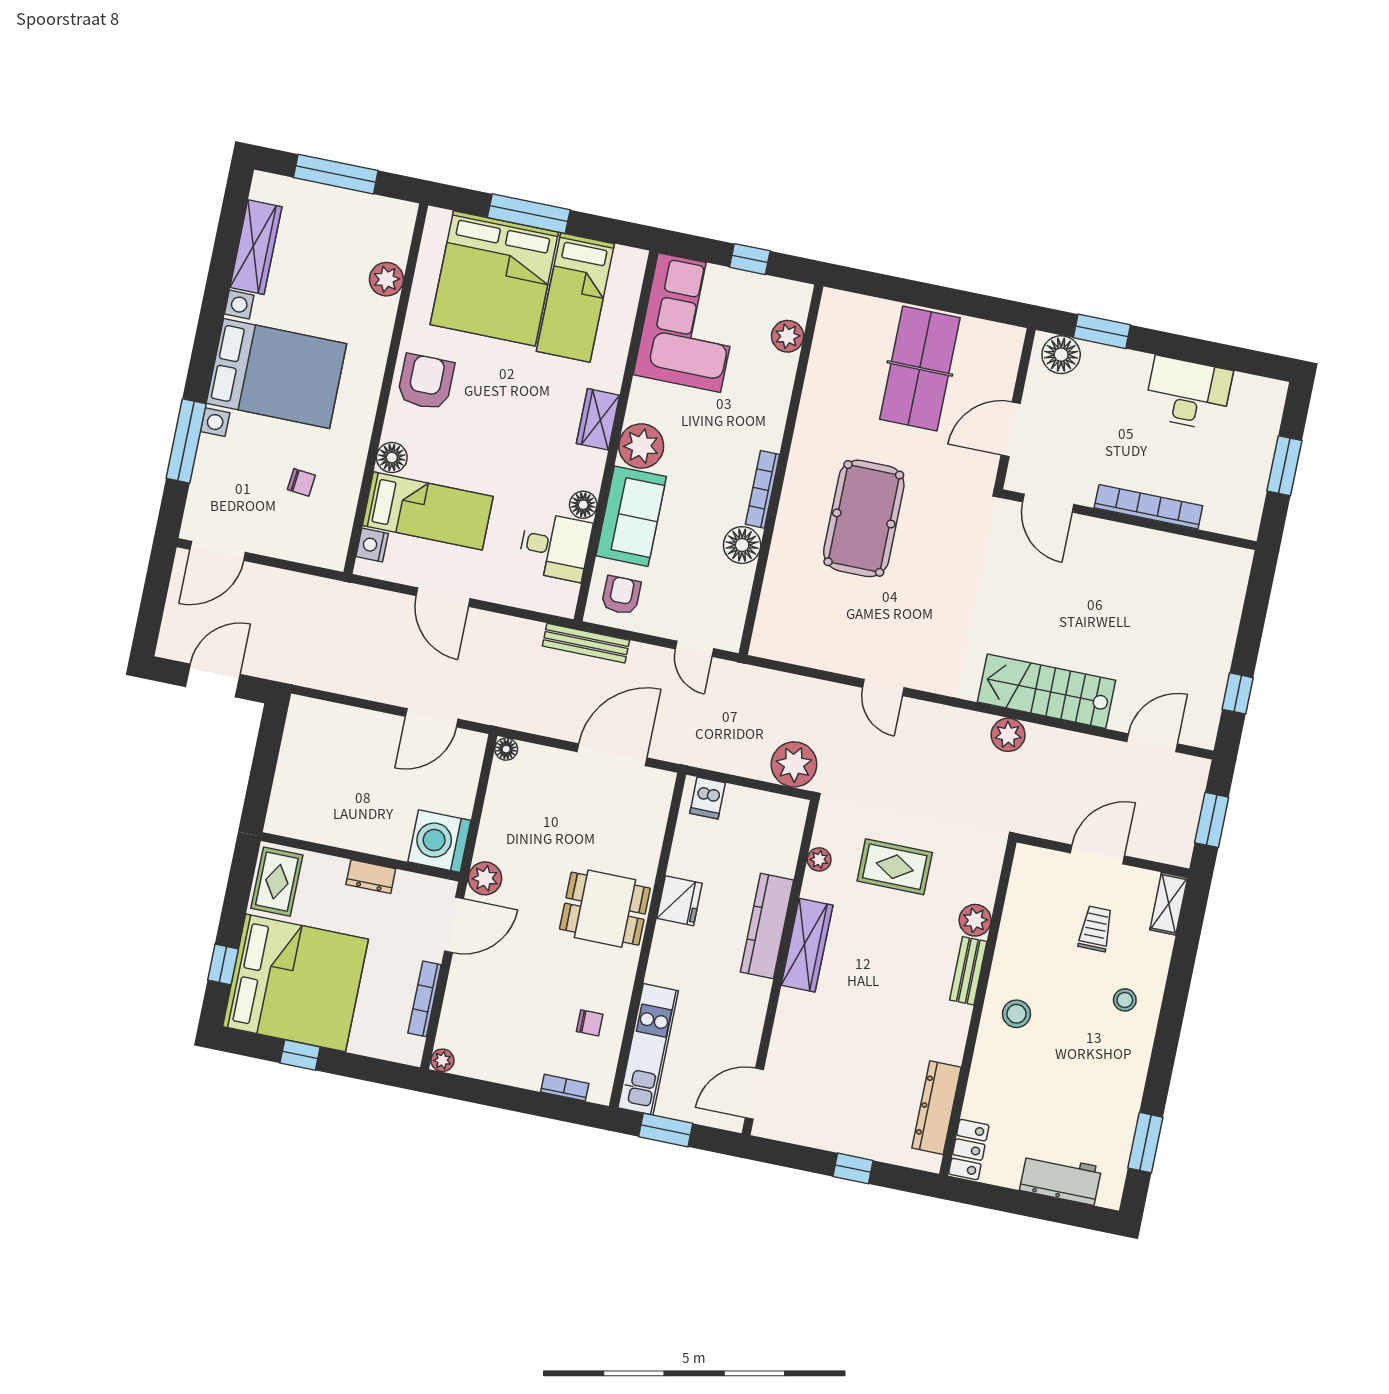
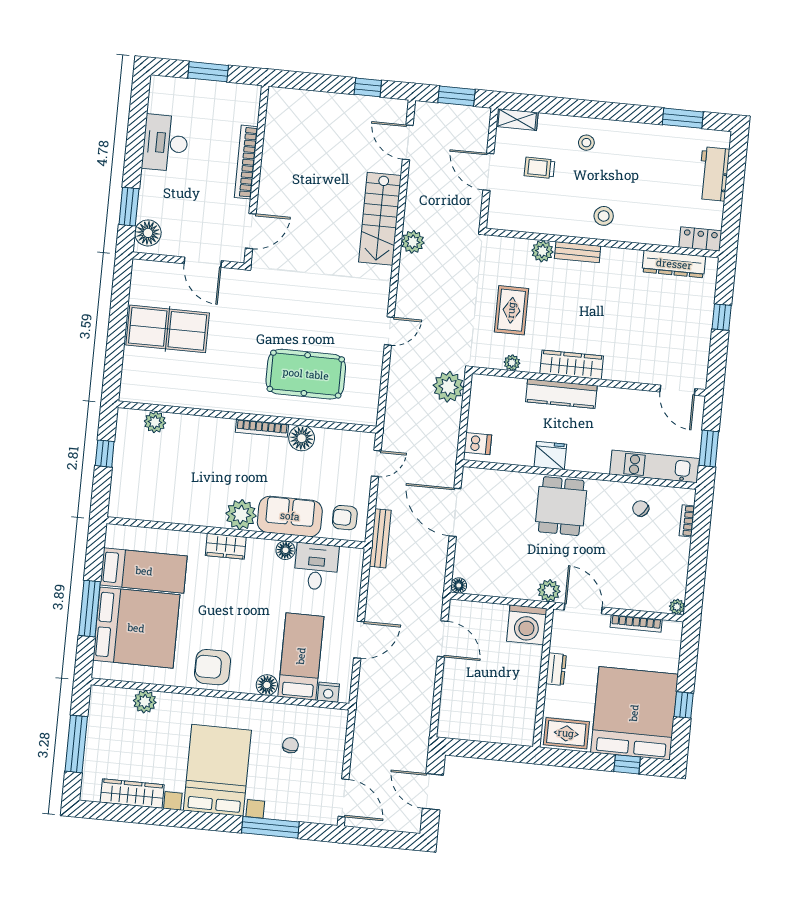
corner sofa: (689, 323) -> (153, 491), removed
pool table: (864, 518) -> (306, 374), moved
chair: (590, 1023) -> (641, 508), turned -52

